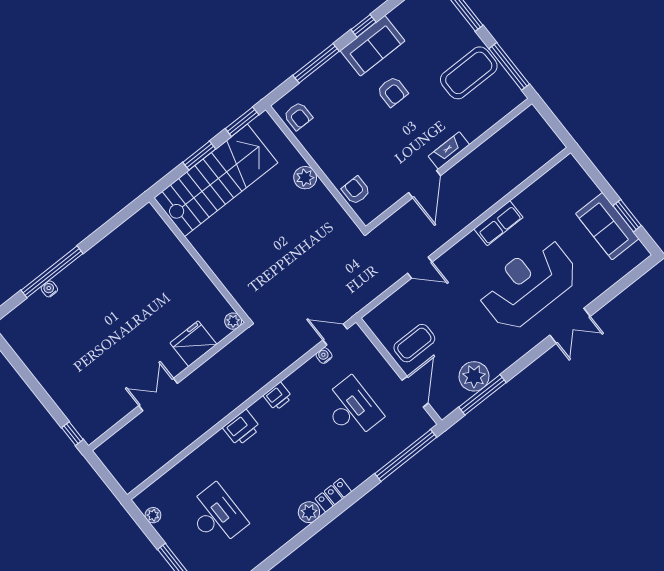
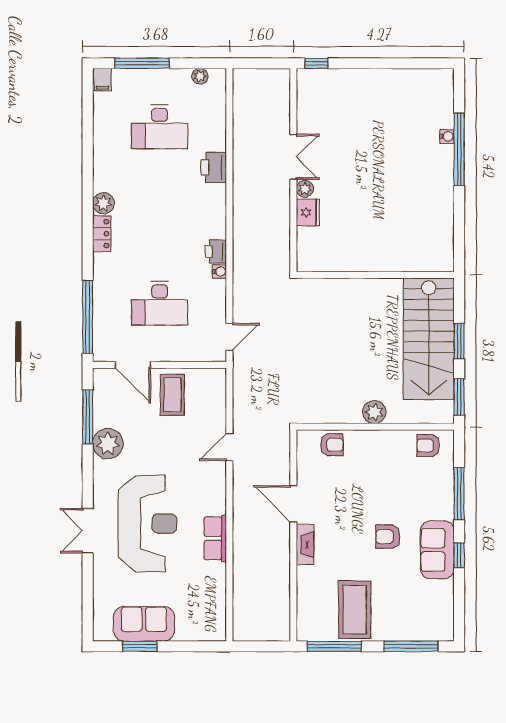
plant: (233, 321) -> (305, 189), moved
fridge: (193, 344) -> (308, 212), width x0.73, depth x0.75
water cooler: (324, 356) -> (220, 272), moved
plant: (474, 376) -> (108, 444), moved
printer: (242, 428) -> (214, 167), moved

